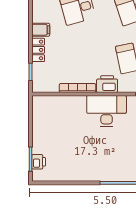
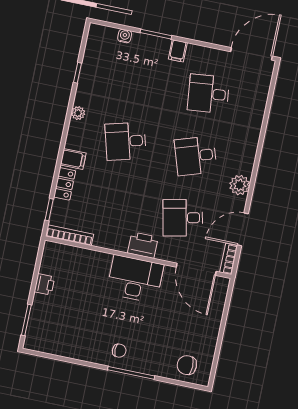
bookcase: (78, 88) -> (70, 235), moved
printer: (39, 162) -> (44, 284), moved
chair: (106, 168) -> (119, 351), added

